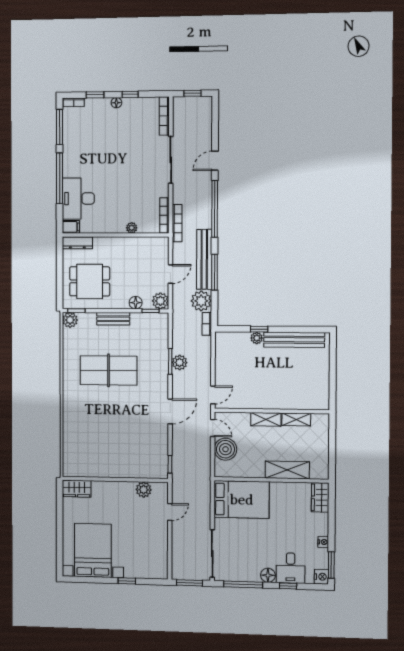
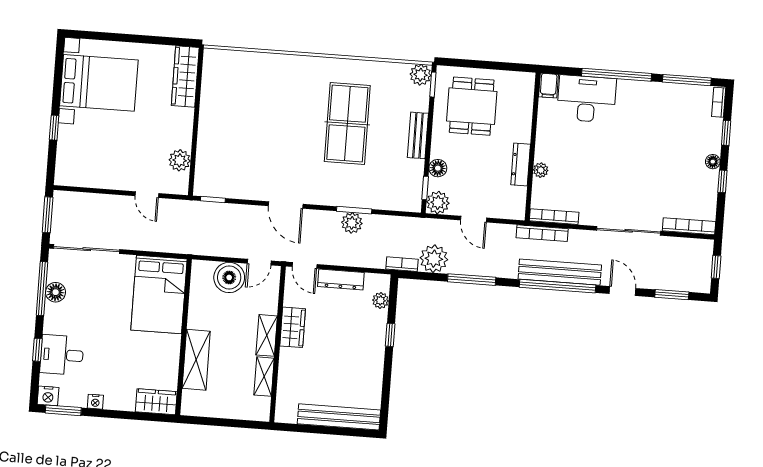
window: (215, 124) -> (672, 295), added
dresser: (77, 243) -> (521, 165), moved
bench: (204, 259) -> (560, 272), moved
plant: (257, 338) -> (380, 300), moved
bench: (294, 340) -> (339, 417), moved, turned 90
dresser: (221, 368) -> (341, 279), added
wardrobe: (259, 401) -> (293, 327), added
wardrobe: (77, 489) -> (185, 76), width x1.50
floor lamp: (268, 575) -> (56, 292), moved

